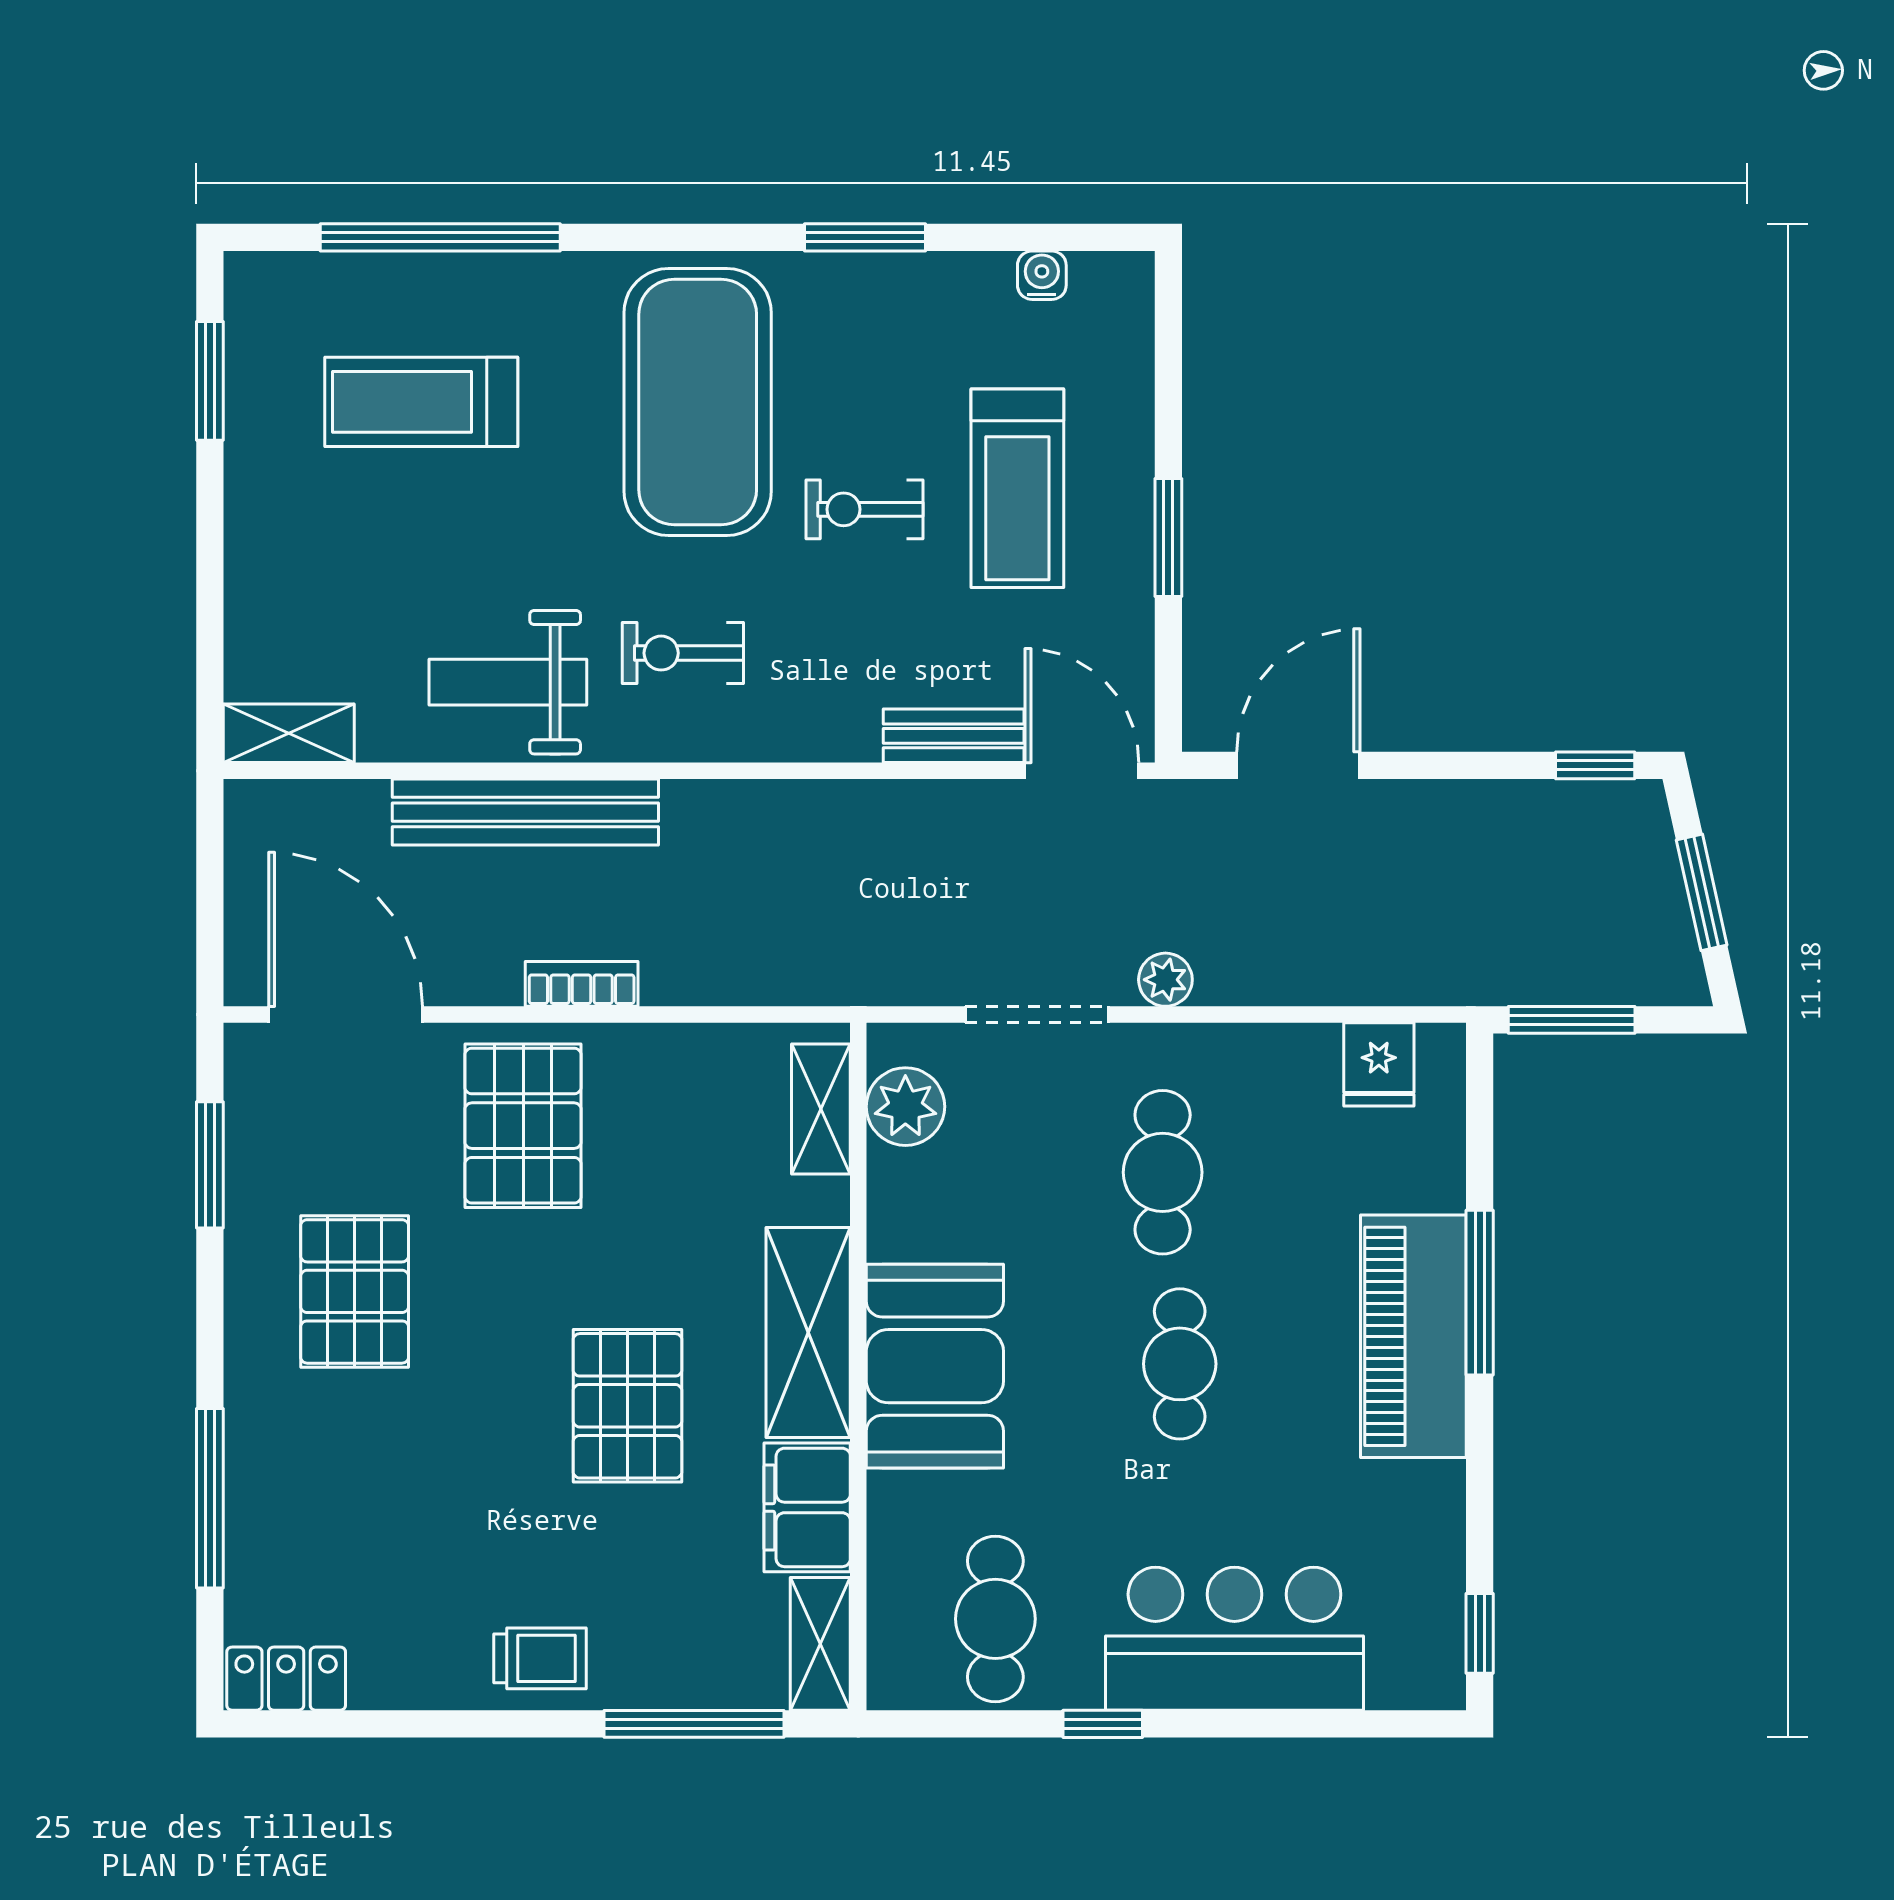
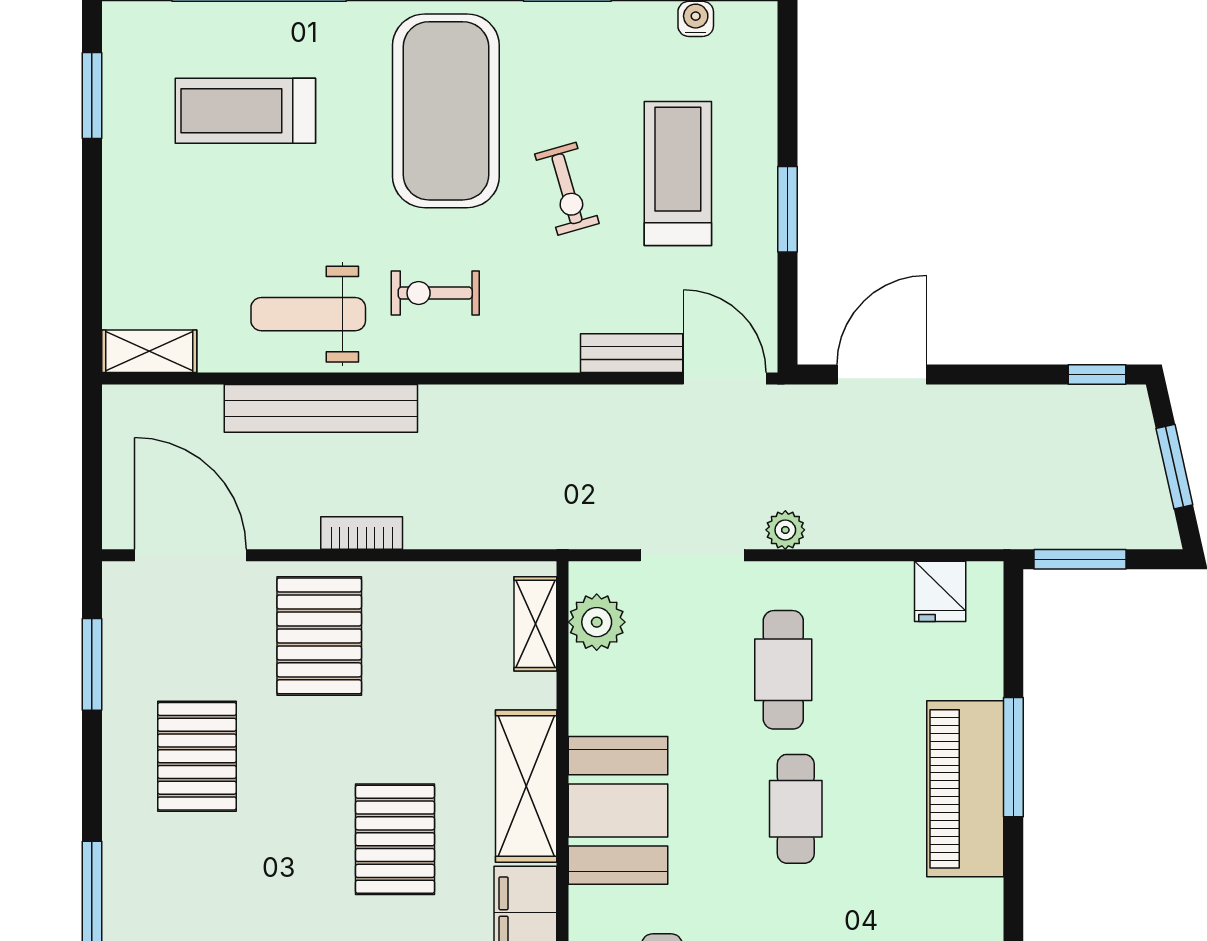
treadmill: (1017, 488) -> (678, 174), turned 180
exercise bike: (865, 509) -> (567, 189), turned -106

